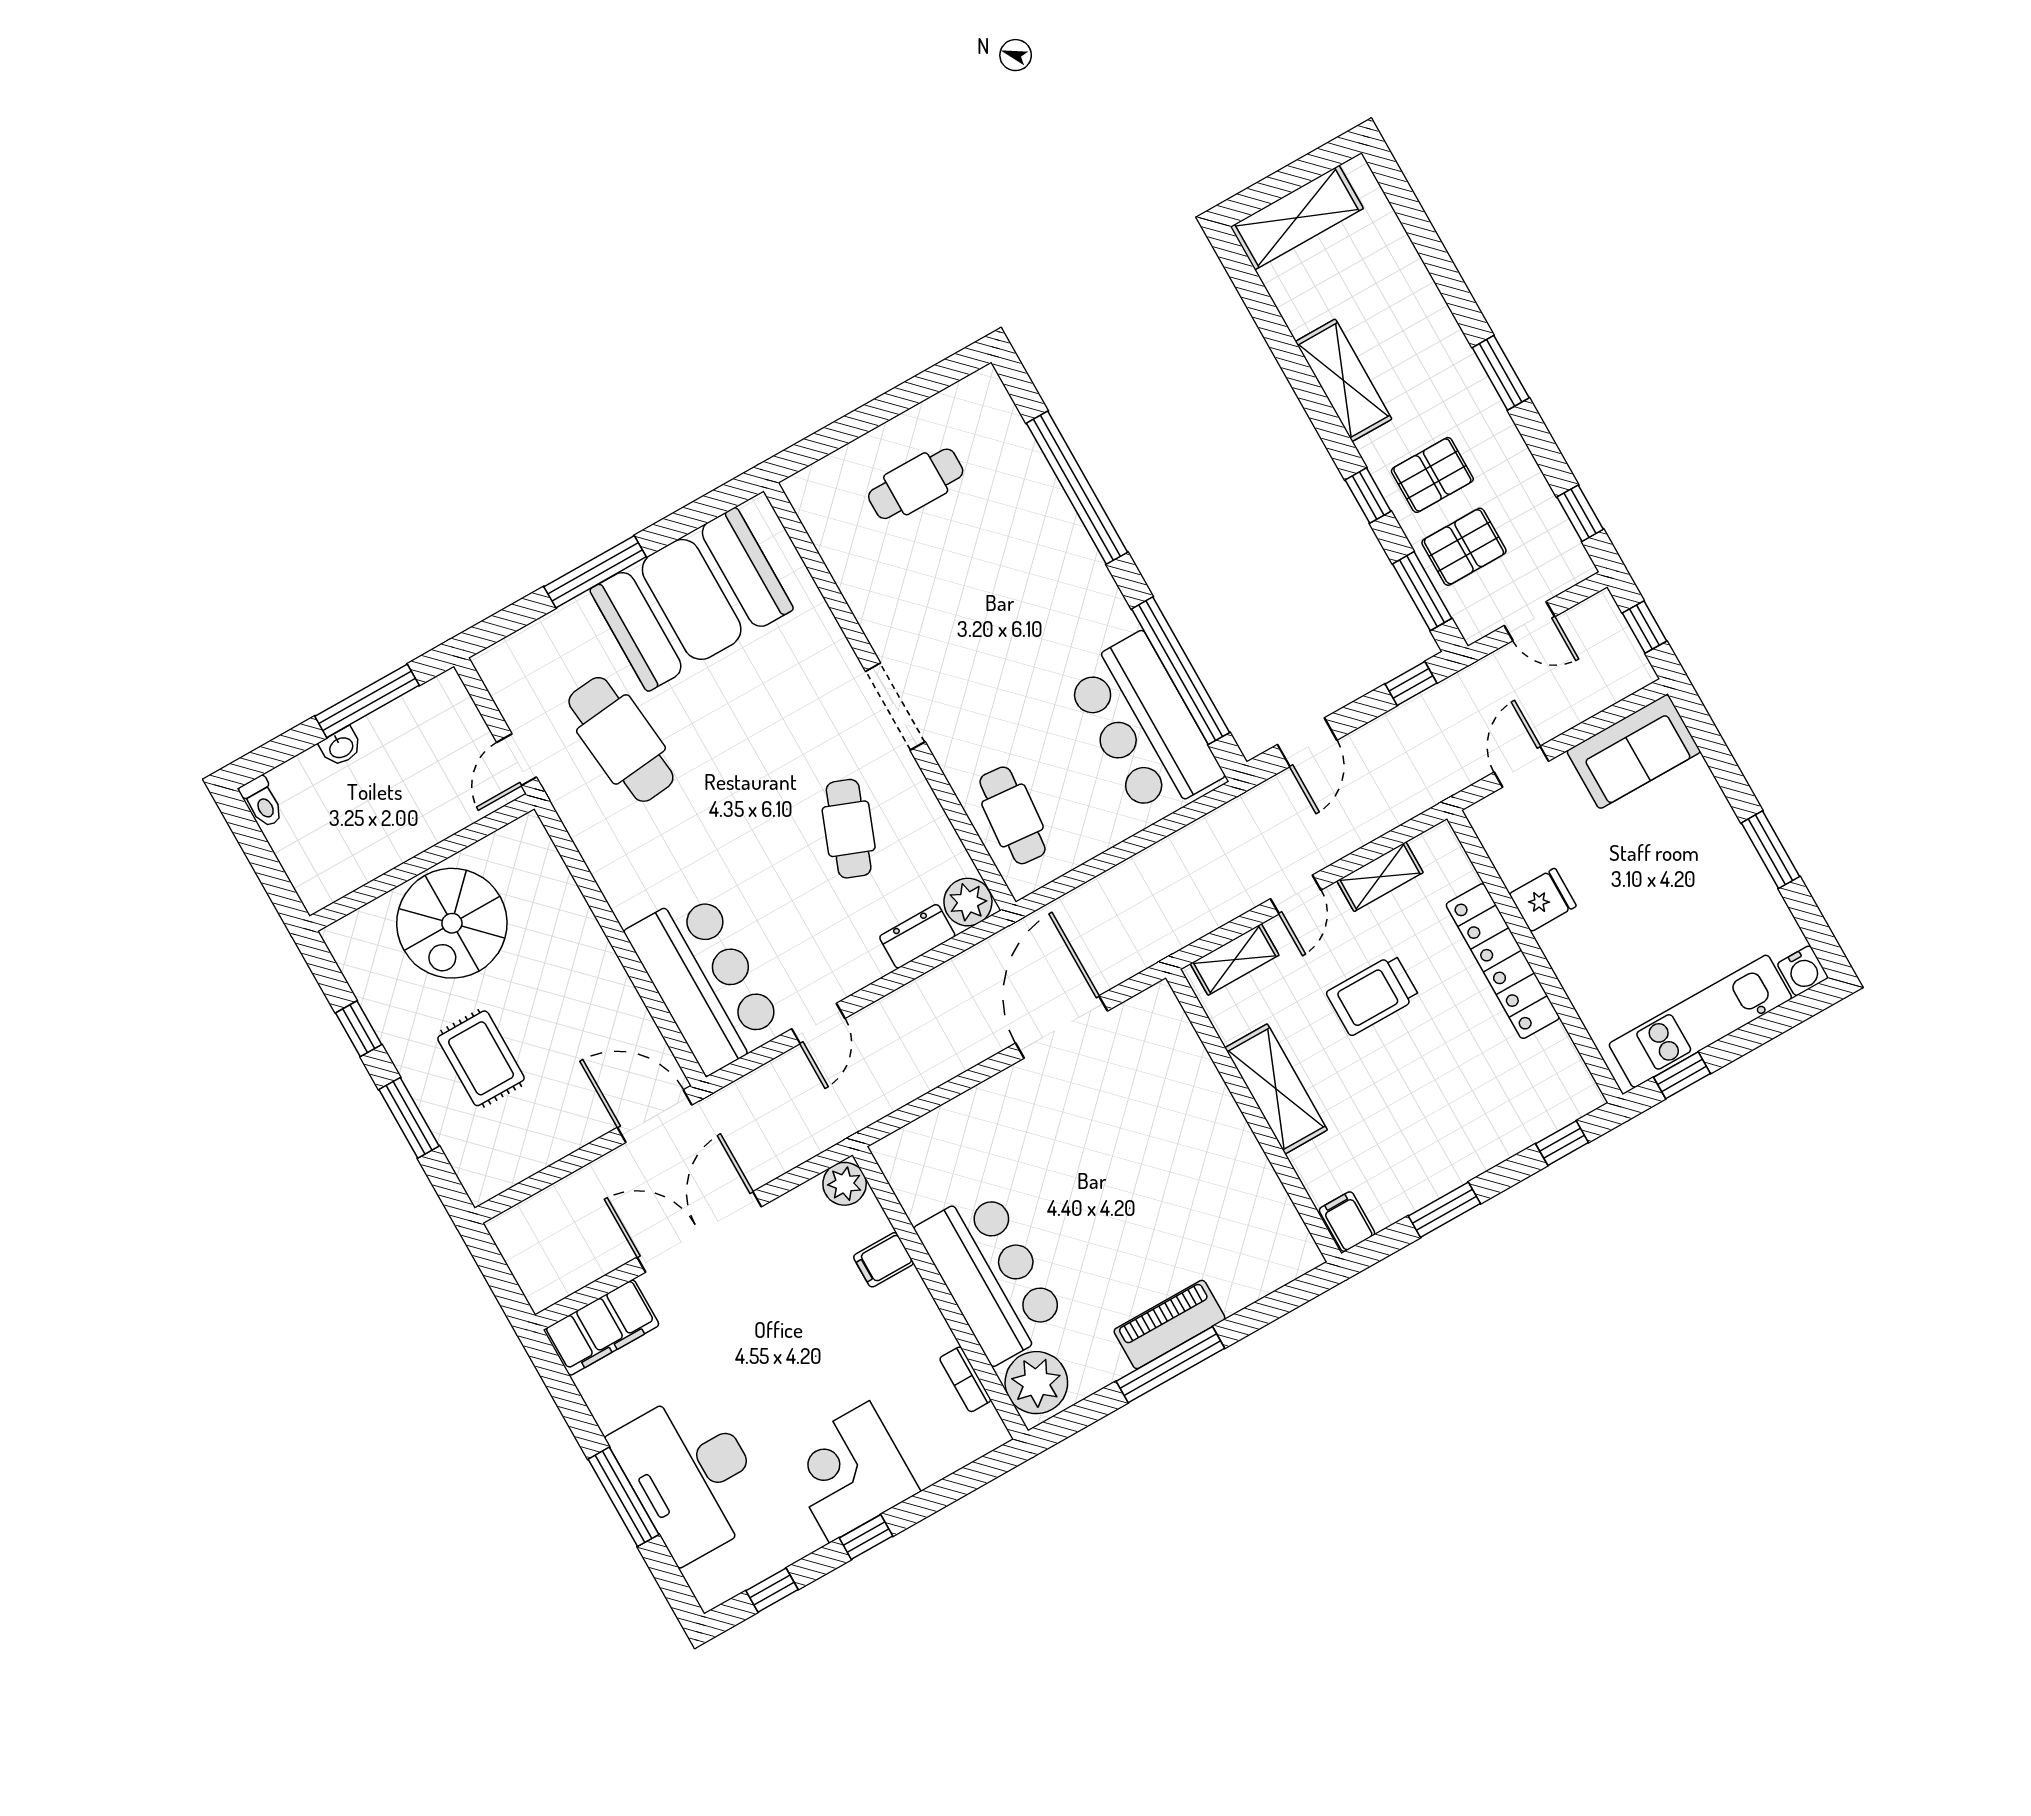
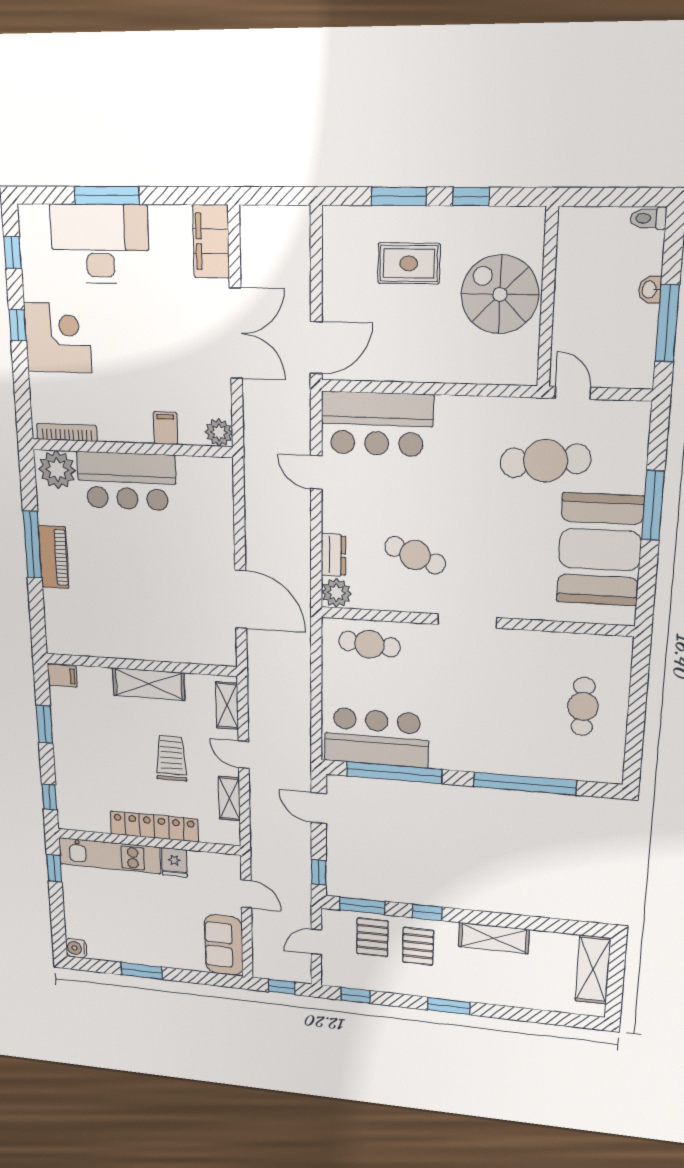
kitchen unit: (1700, 1021) -> (110, 856), moved, turned 90
bookcase: (965, 1379) -> (67, 432), width x1.56

